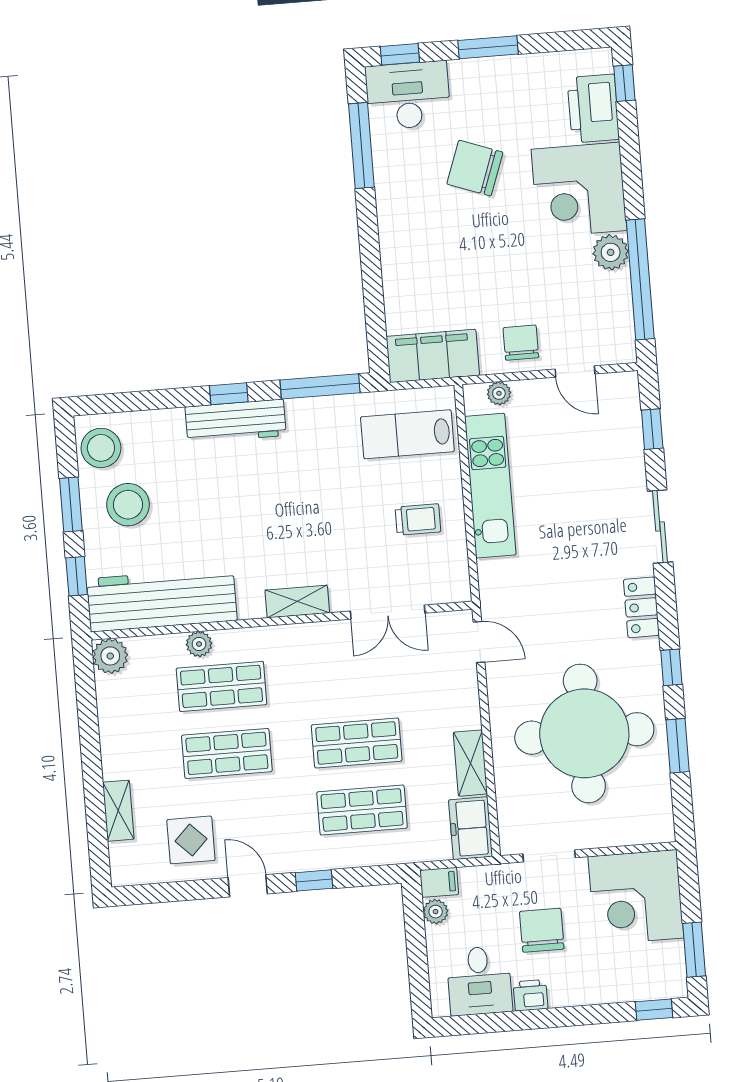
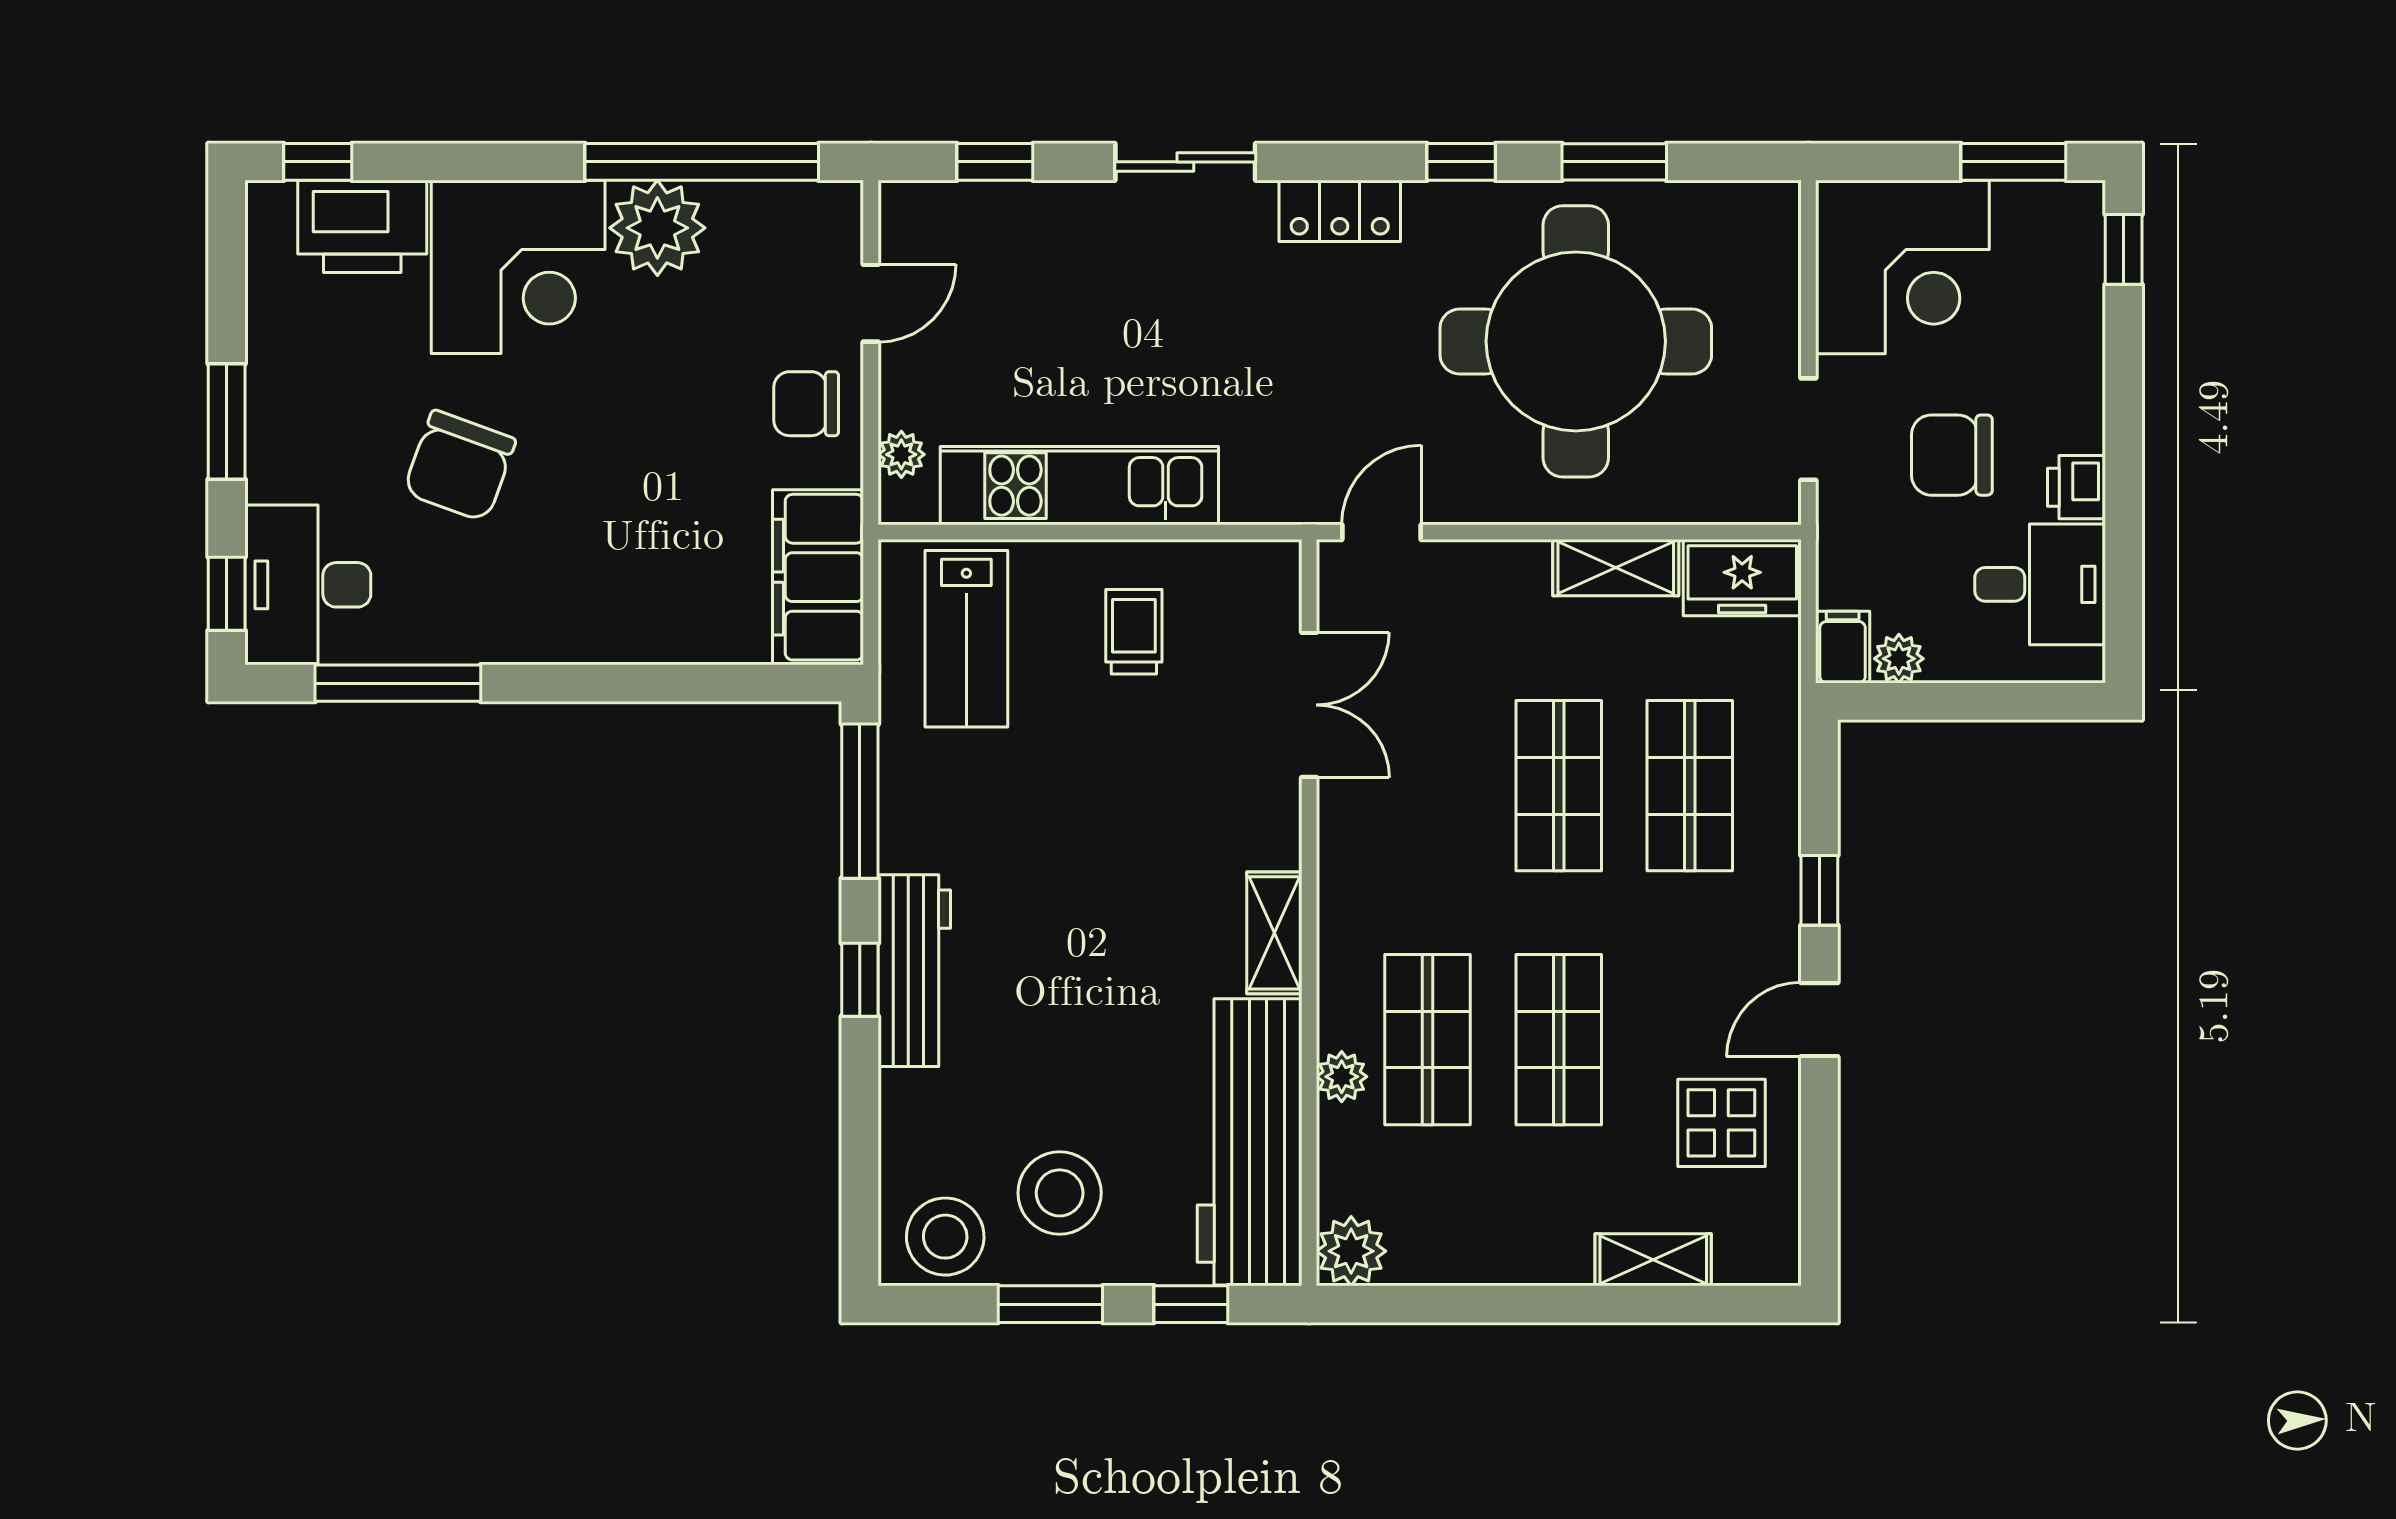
plant: (611, 252) -> (657, 228), width x1.36, depth x1.36
shelving: (297, 601) -> (1274, 933), moved

